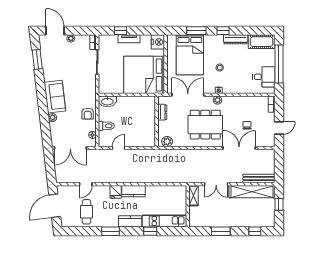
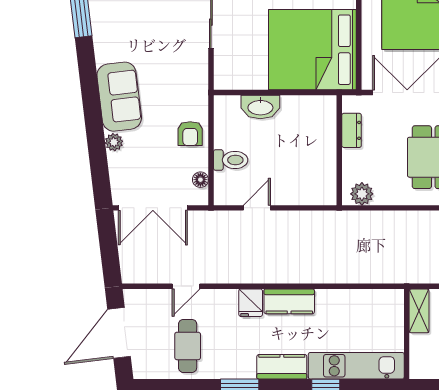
washbasin: (107, 101) -> (260, 107), moved

